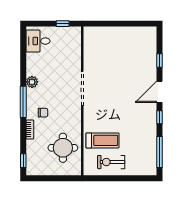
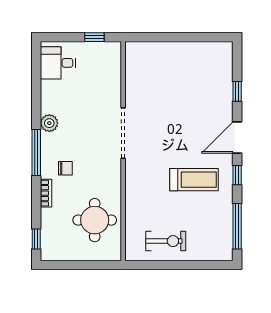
treadmill: (103, 140) -> (194, 180), moved
exercise bike: (111, 162) -> (166, 241), turned 180

